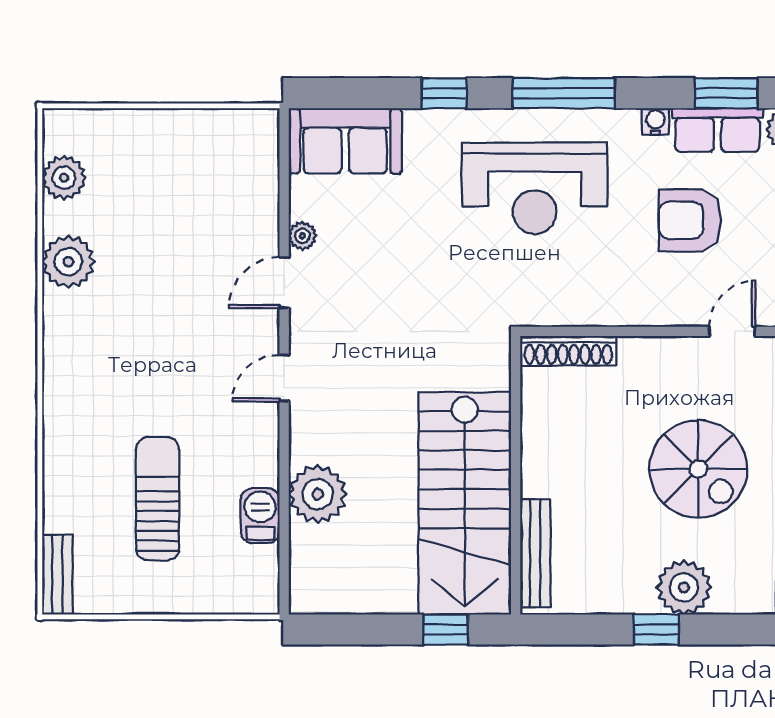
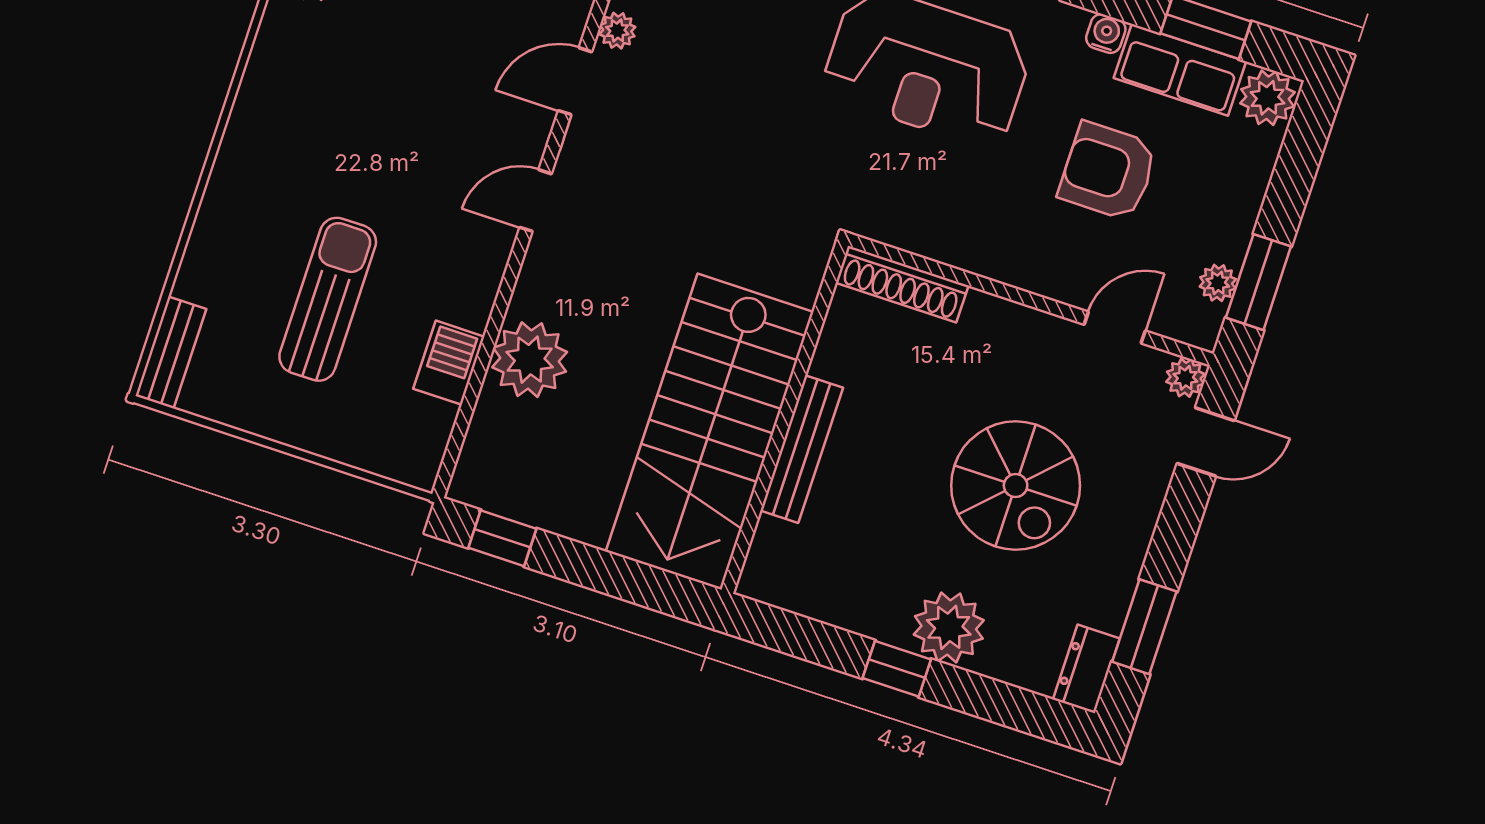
bench: (535, 553) -> (802, 449), moved
window: (446, 630) -> (502, 538), moved

